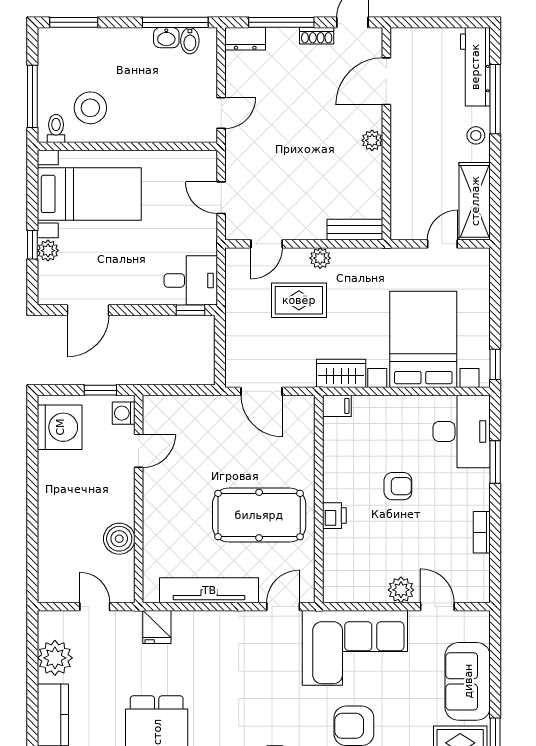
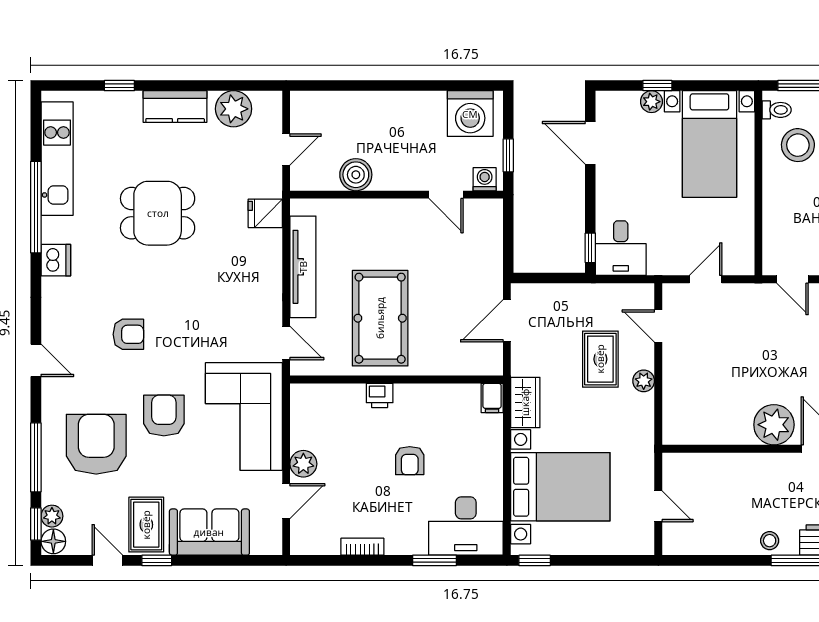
plant: (372, 140) -> (774, 425), width x1.88, depth x1.88
shelving: (475, 201) -> (702, 539), removed
bench: (355, 230) -> (673, 417), removed

